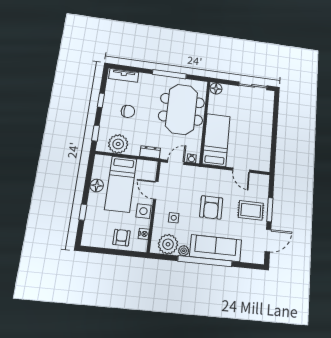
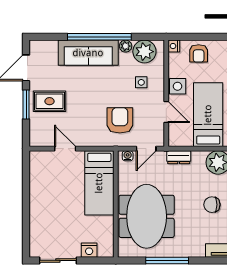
floor lamp: (216, 89) -> (106, 250), removed
nightstand: (229, 90) -> (89, 250), added
armchair: (211, 207) -> (120, 120), moved
nightstand: (144, 234) -> (174, 46), moved

